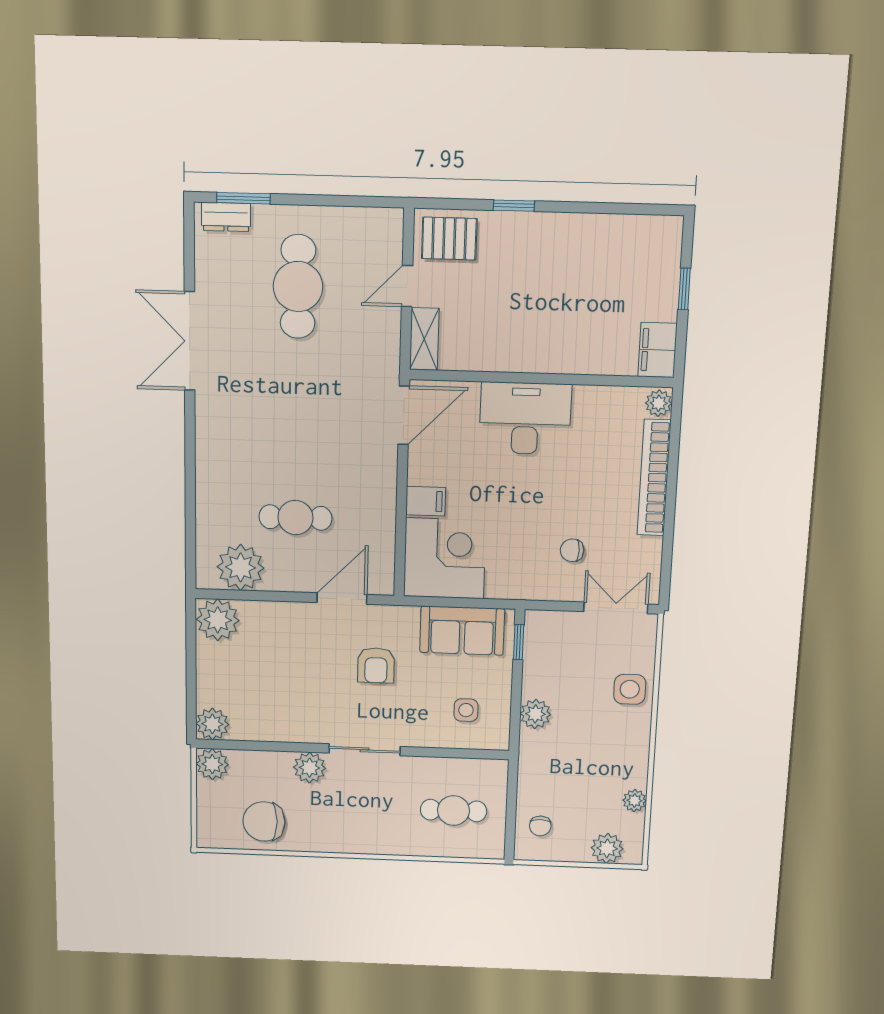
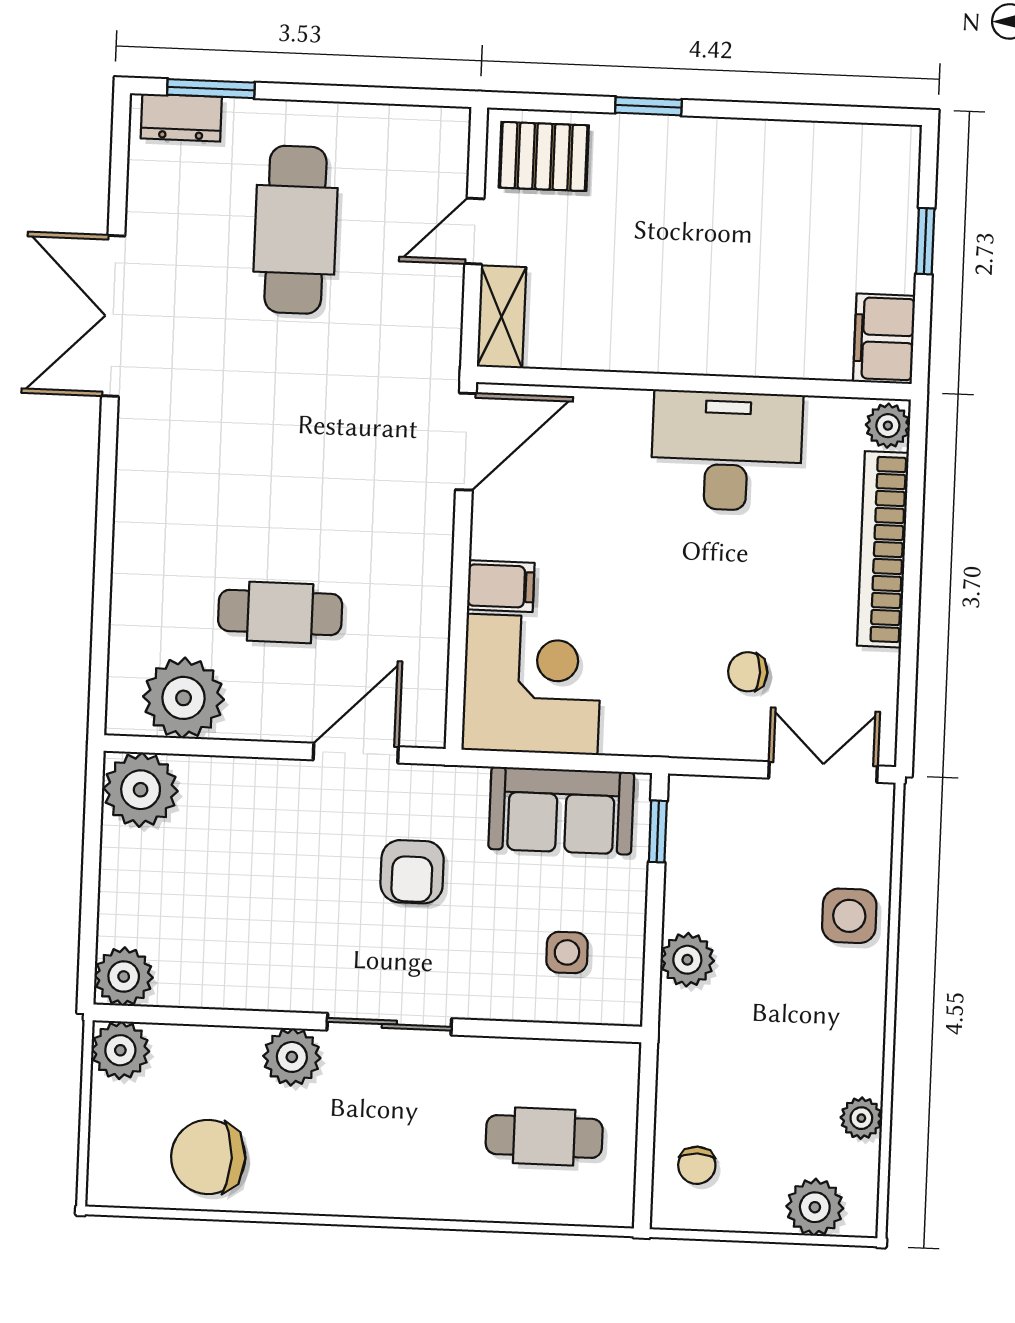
desk: (525, 418) -> (727, 451), moved

